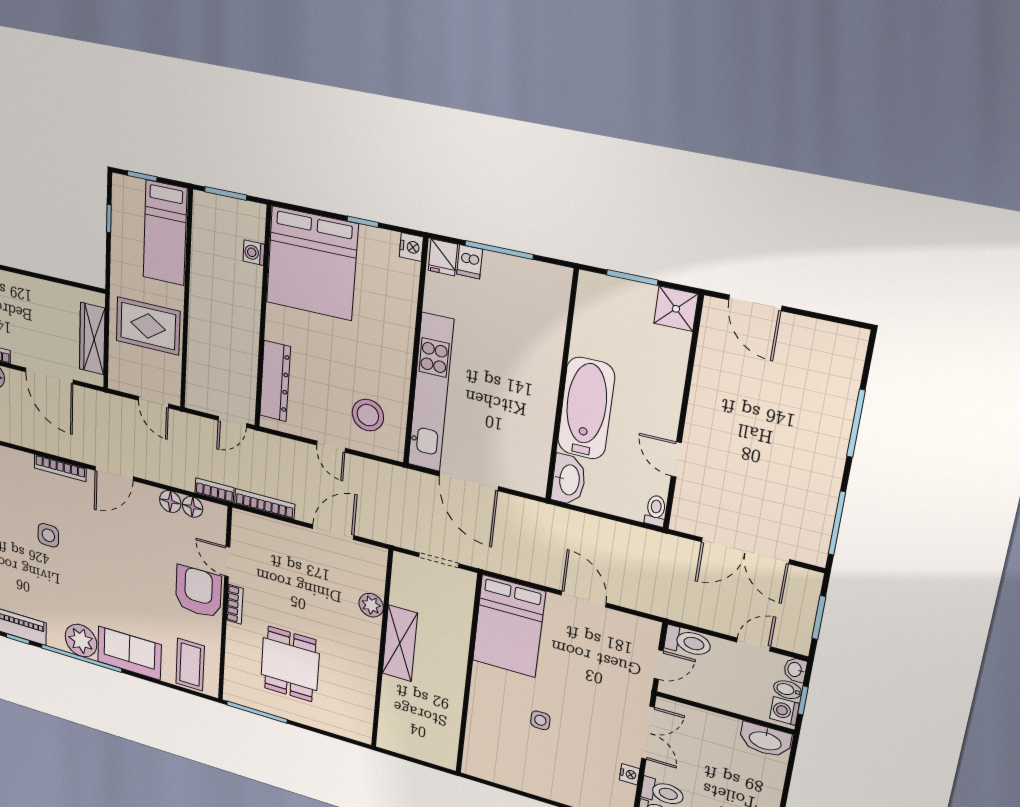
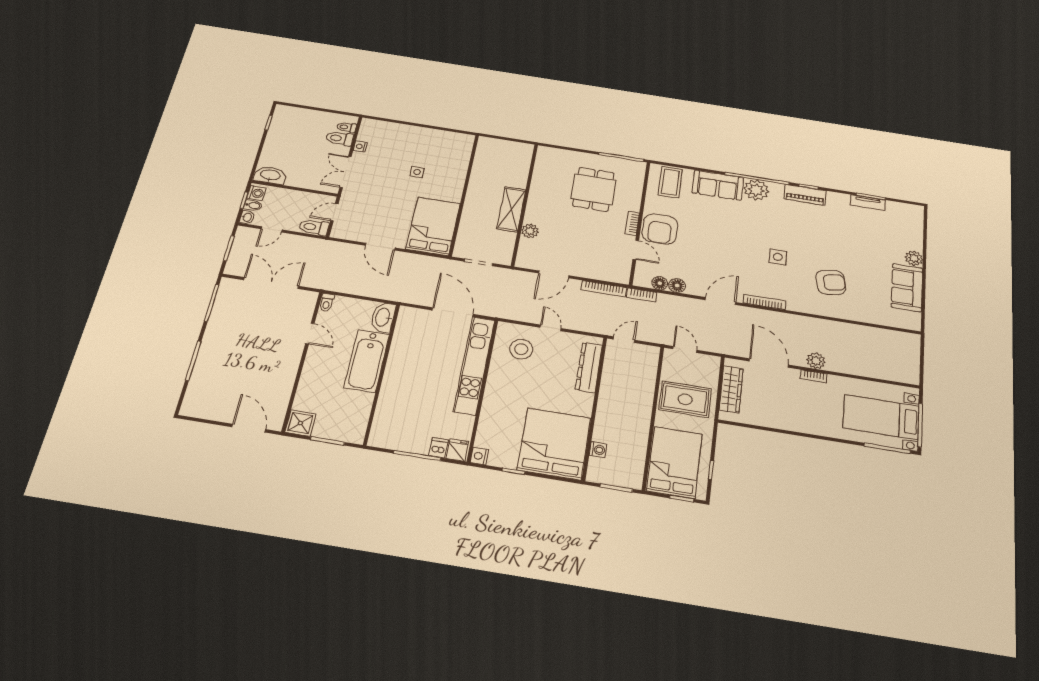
bed: (165, 233) -> (674, 462), width x1.50

